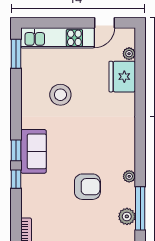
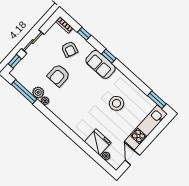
window: (16, 179) -> (84, 34), moved
armchair: (48, 201) -> (70, 49), added
plant: (127, 216) -> (38, 92), moved

